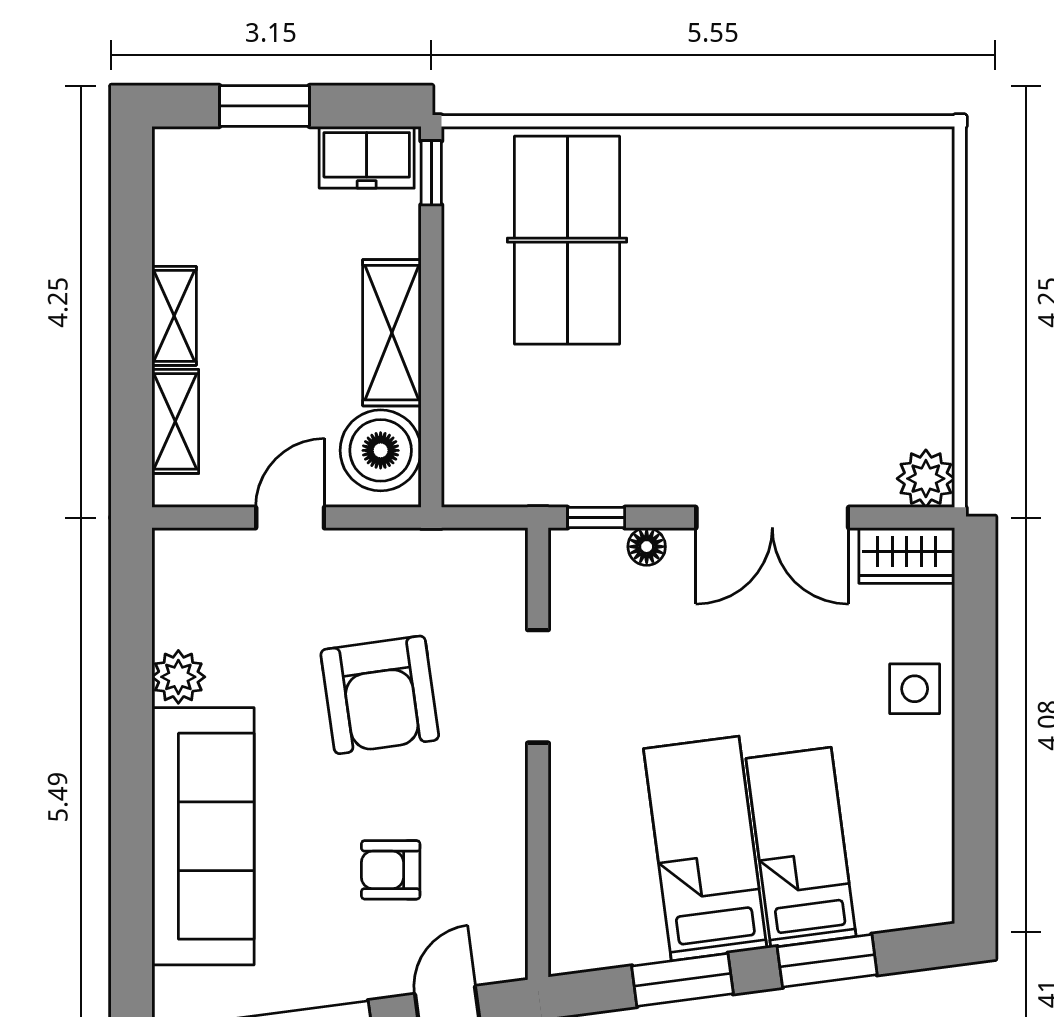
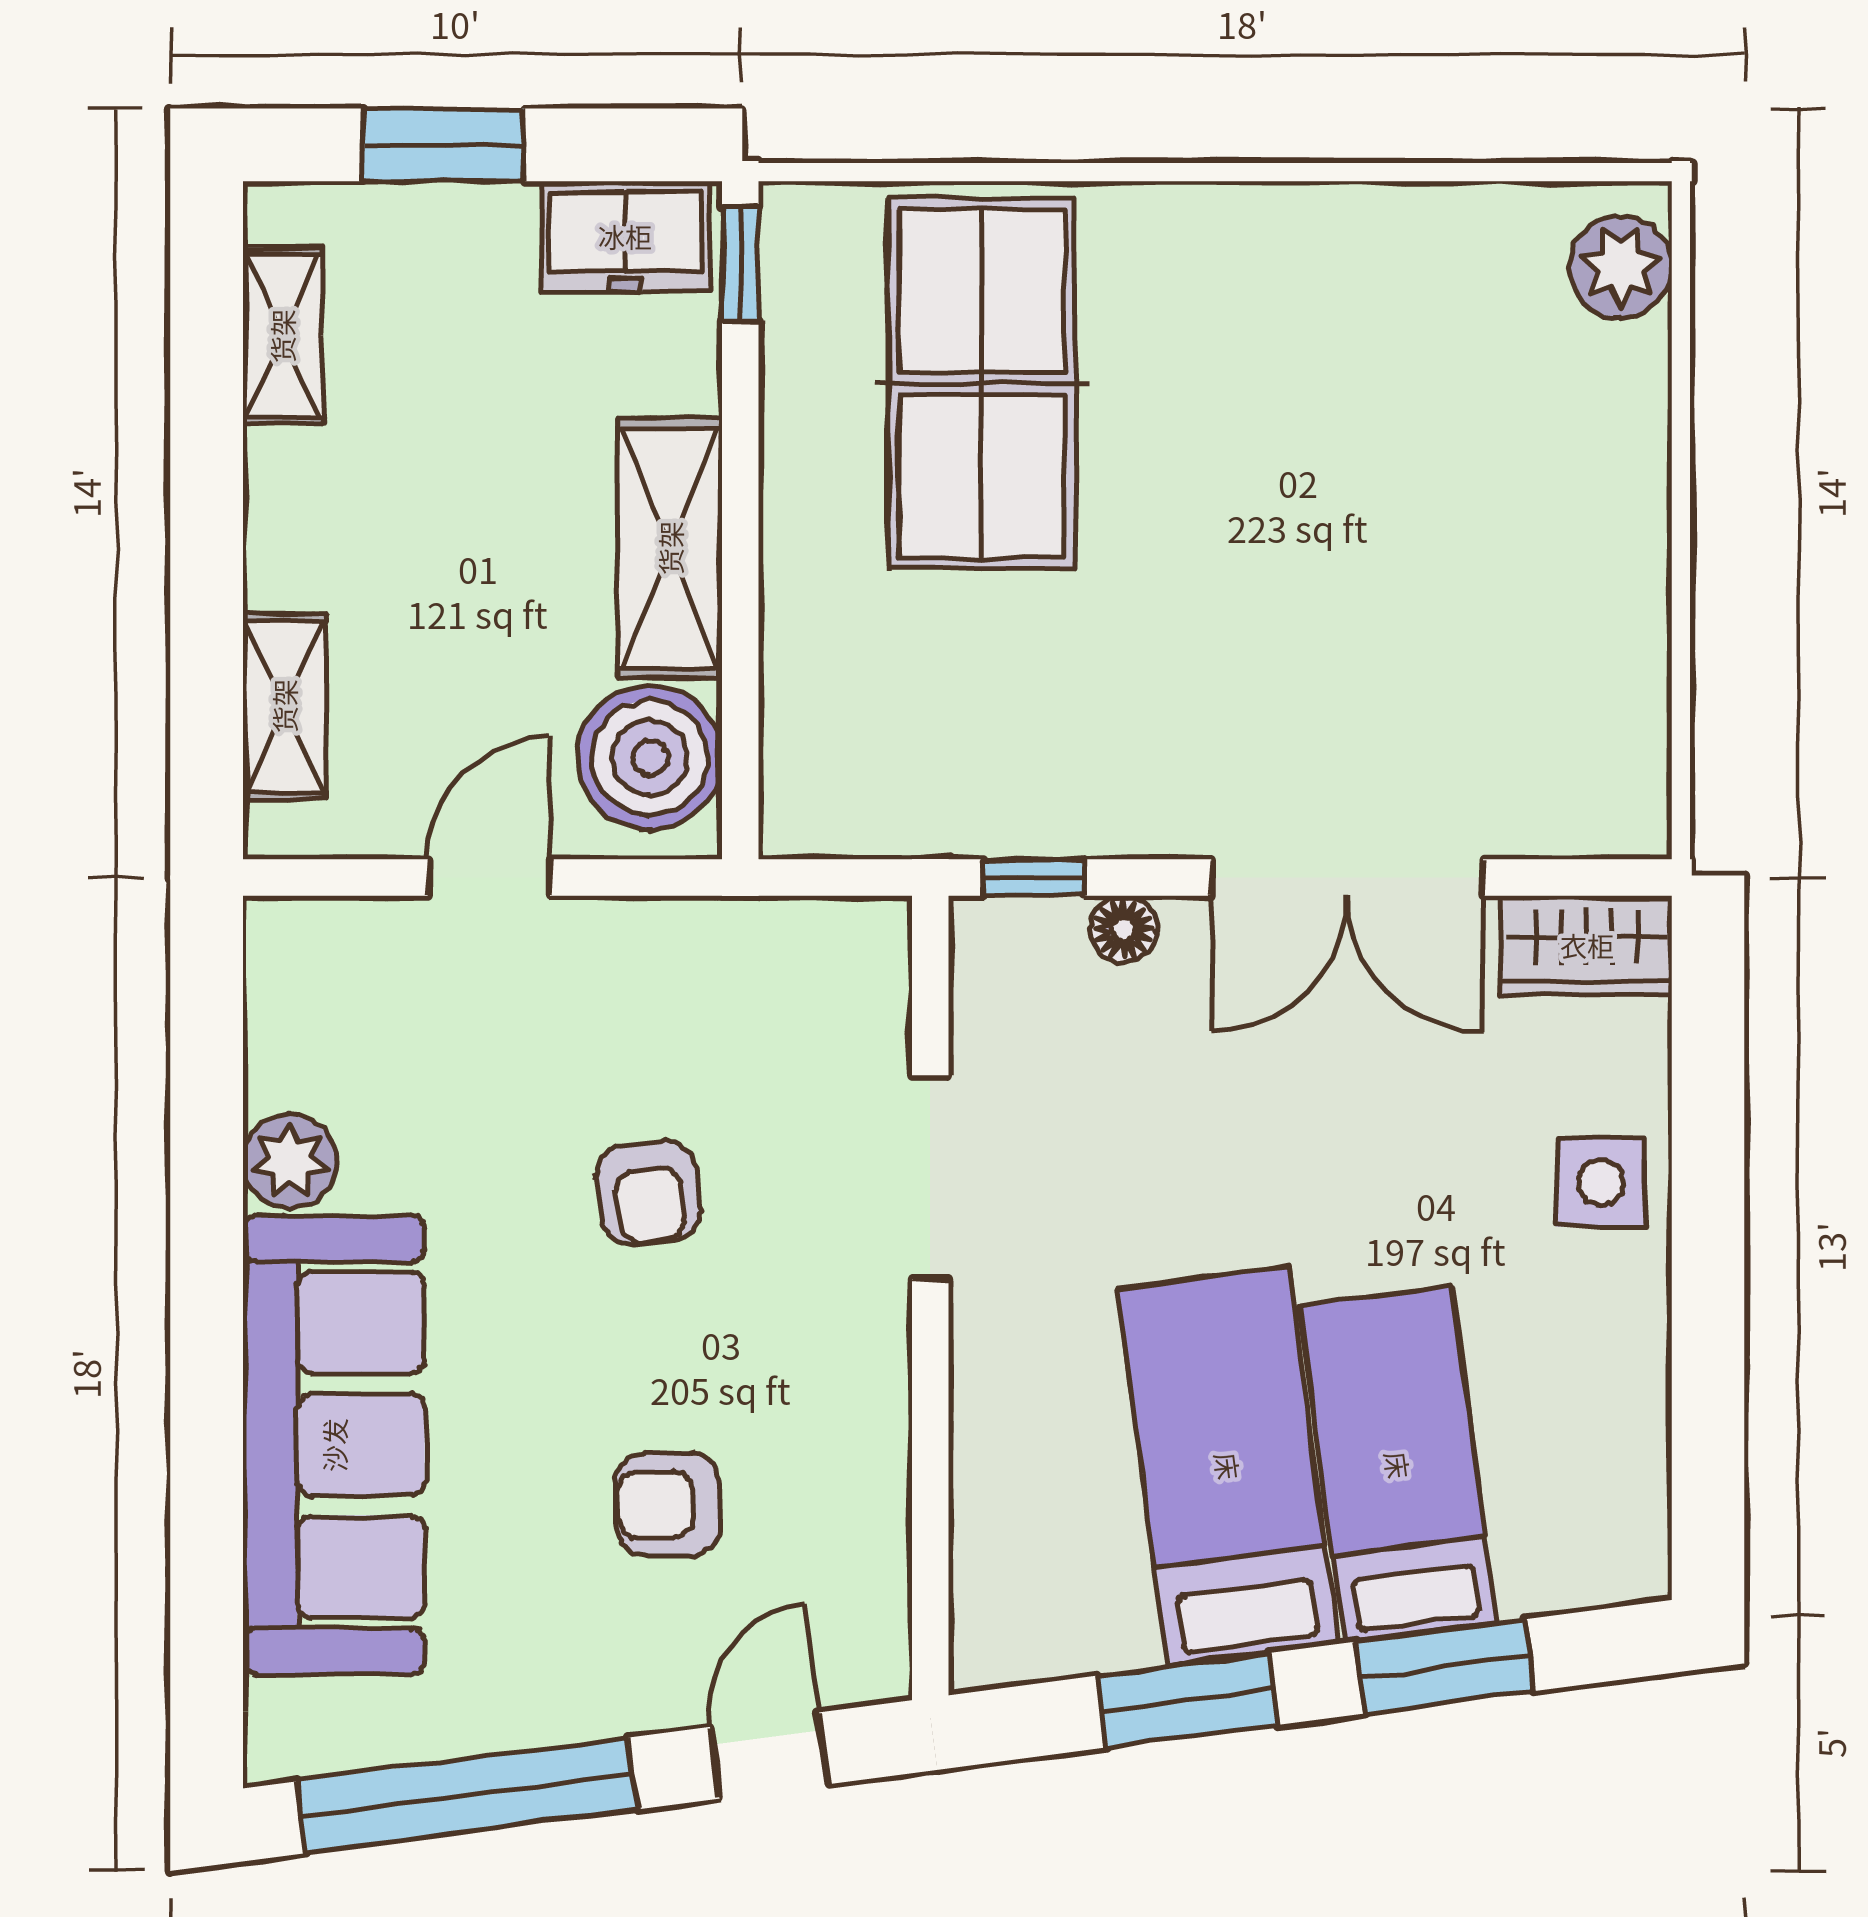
shelving: (174, 316) -> (282, 336), moved
plant: (926, 479) -> (1620, 267), moved
armchair: (380, 695) -> (649, 1193), width x0.53, depth x0.53

